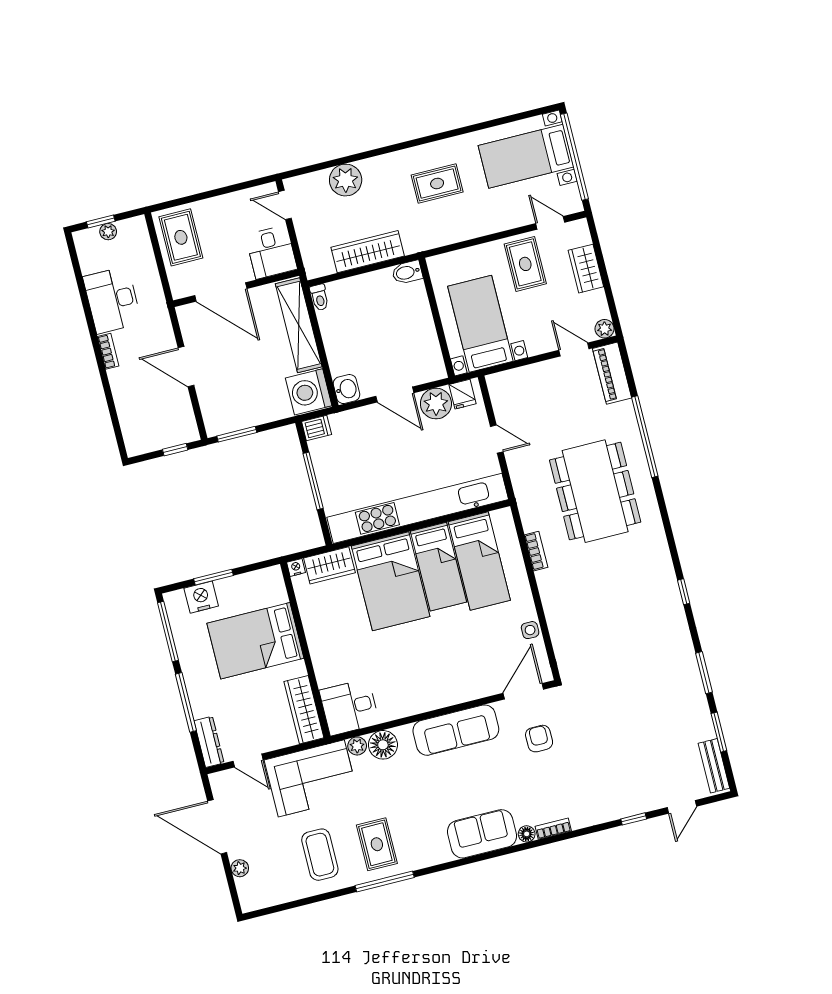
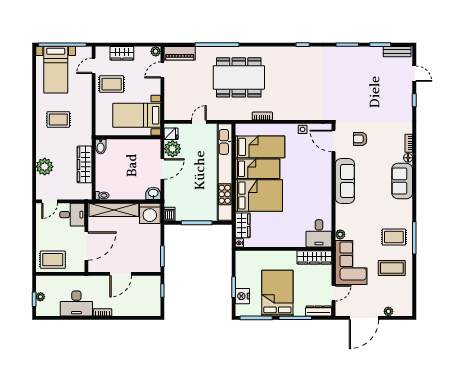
rug: (437, 184) -> (58, 119), turned 90
bed: (255, 641) -> (277, 293), moved, turned 180
floor lamp: (383, 745) -> (343, 221), removed

